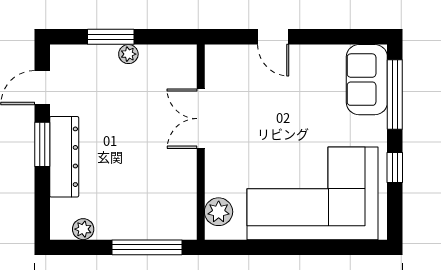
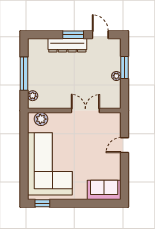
window: (395, 95) -> (97, 203), removed
window: (395, 168) -> (42, 203), moved
plant: (83, 229) -> (33, 96), moved
window: (147, 247) -> (24, 74), moved

